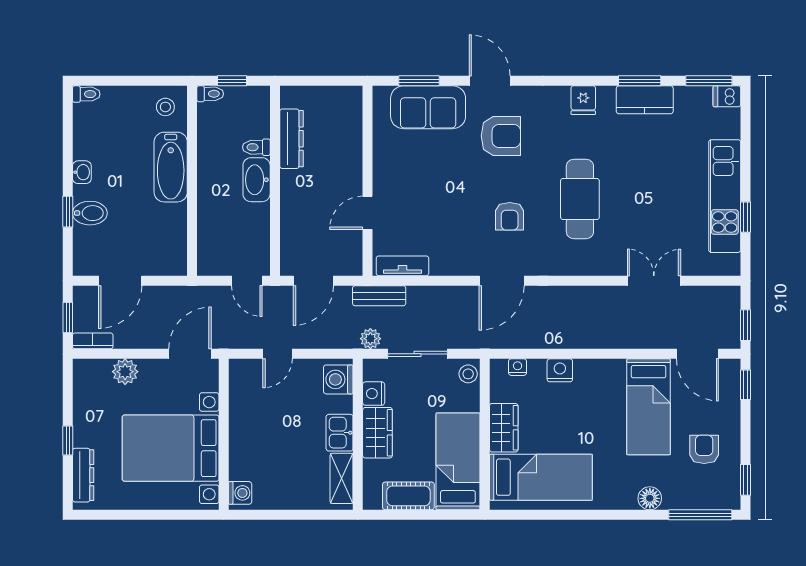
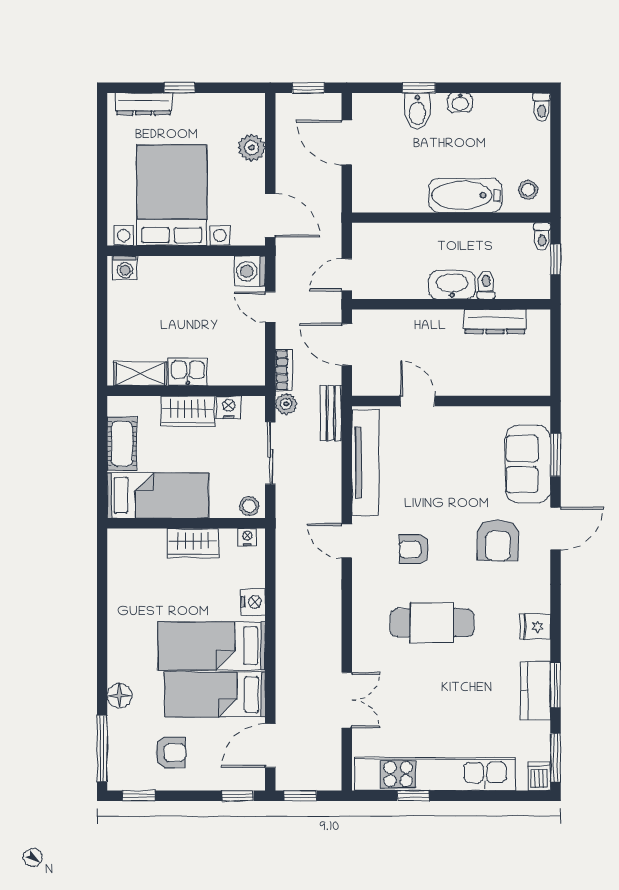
kitchen unit: (725, 196) -> (435, 774), width x1.36
tv unit: (402, 266) -> (365, 463), width x1.92, depth x1.29
door: (502, 281) -> (347, 541), width x0.73
bookcase: (93, 341) -> (284, 370), moved
nightstand: (518, 367) -> (247, 537), moved, turned -90
washing machine: (338, 379) -> (250, 271), moved, turned -90
bed: (541, 477) -> (212, 646), moved, turned 90

